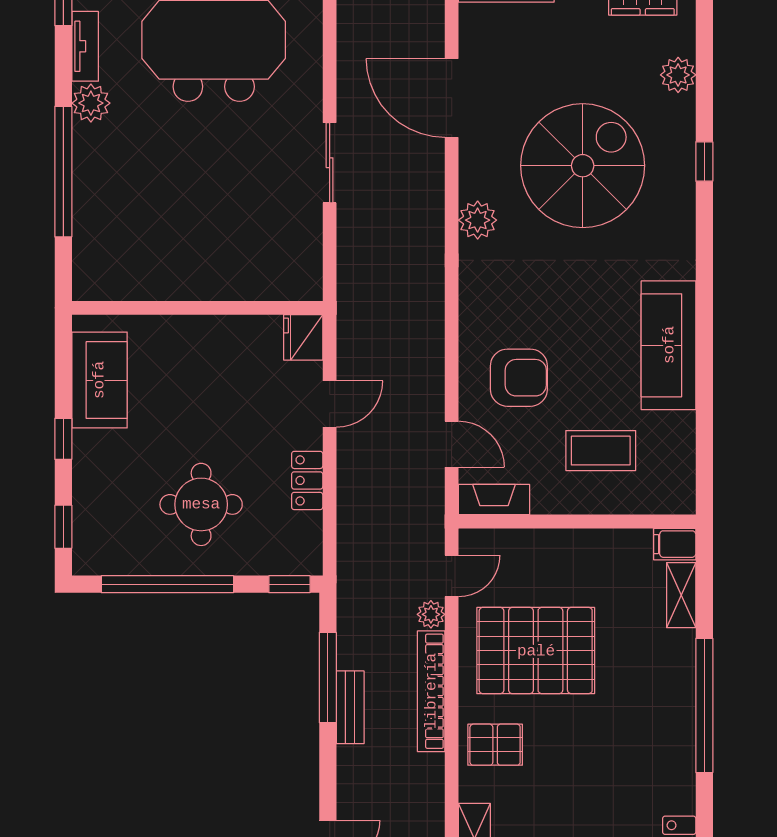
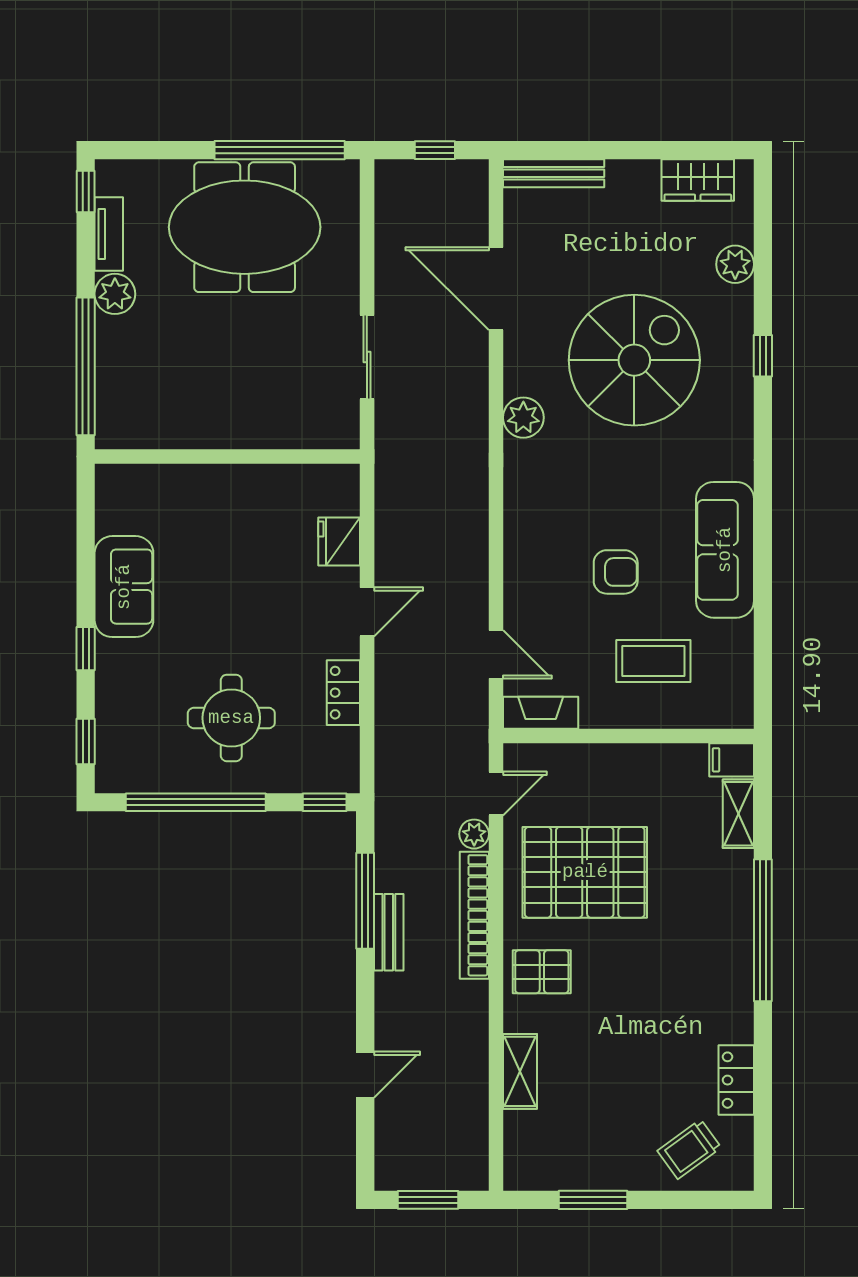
wall: (197, 308) -> (227, 456), moved
armchair: (519, 378) -> (616, 572), moved, width x0.72, depth x0.72

